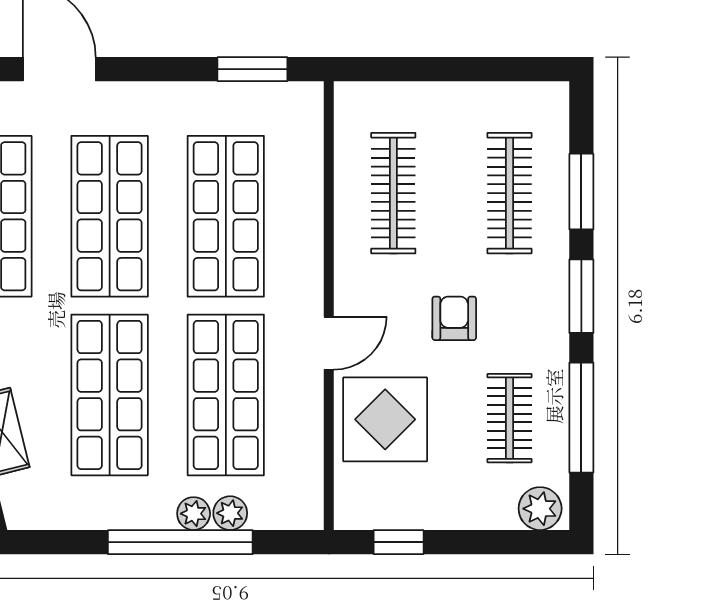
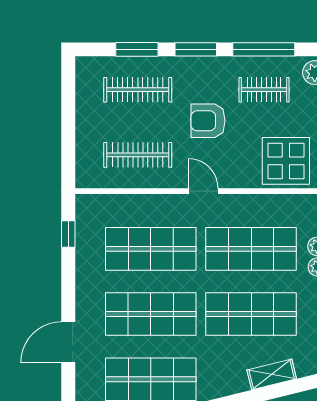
window: (252, 69) -> (68, 234), width x0.67
armchair: (454, 318) -> (208, 121), width x1.38, depth x1.38
door: (329, 343) -> (203, 191), moved
display table: (385, 419) -> (286, 161), moved

